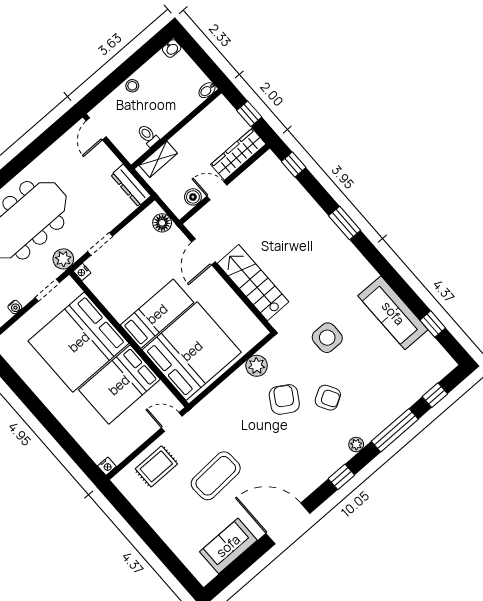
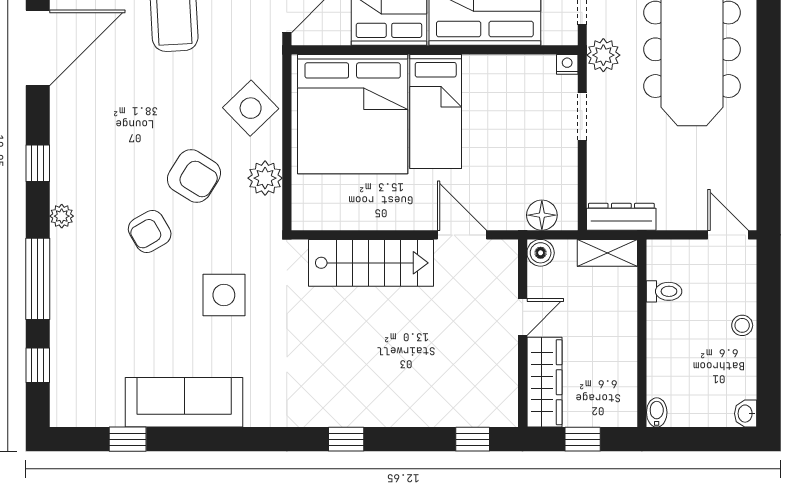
shelving: (158, 159) -> (607, 253), moved, turned 90
boiler: (193, 197) -> (541, 253), moved
window: (345, 223) -> (346, 439), width x0.67
side table: (230, 401) -> (251, 108), added

